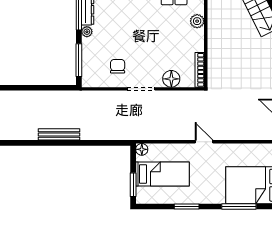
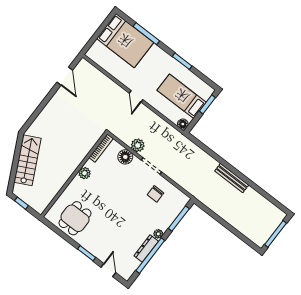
plant: (197, 21) -> (85, 173), moved
plant: (168, 98) -> (138, 145), added

